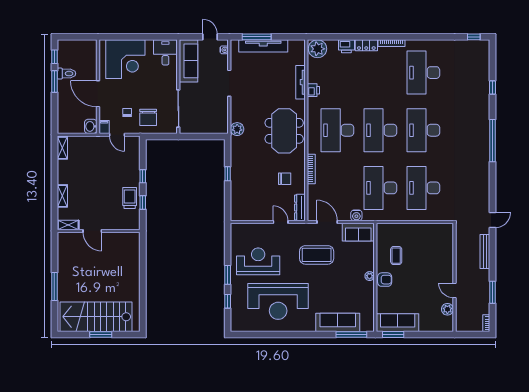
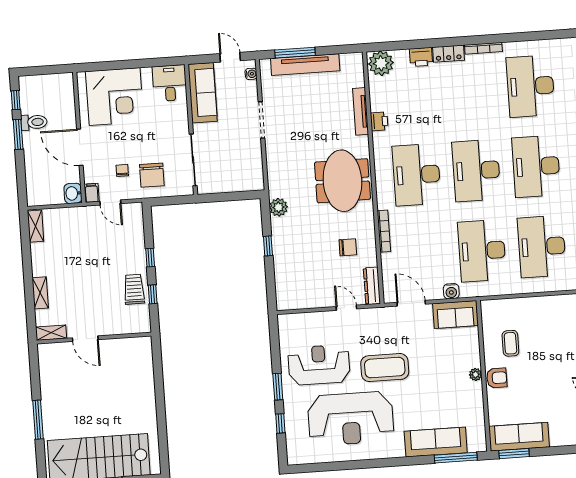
plant: (237, 129) -> (279, 207), moved
coffee table: (317, 255) -> (385, 368), moved

